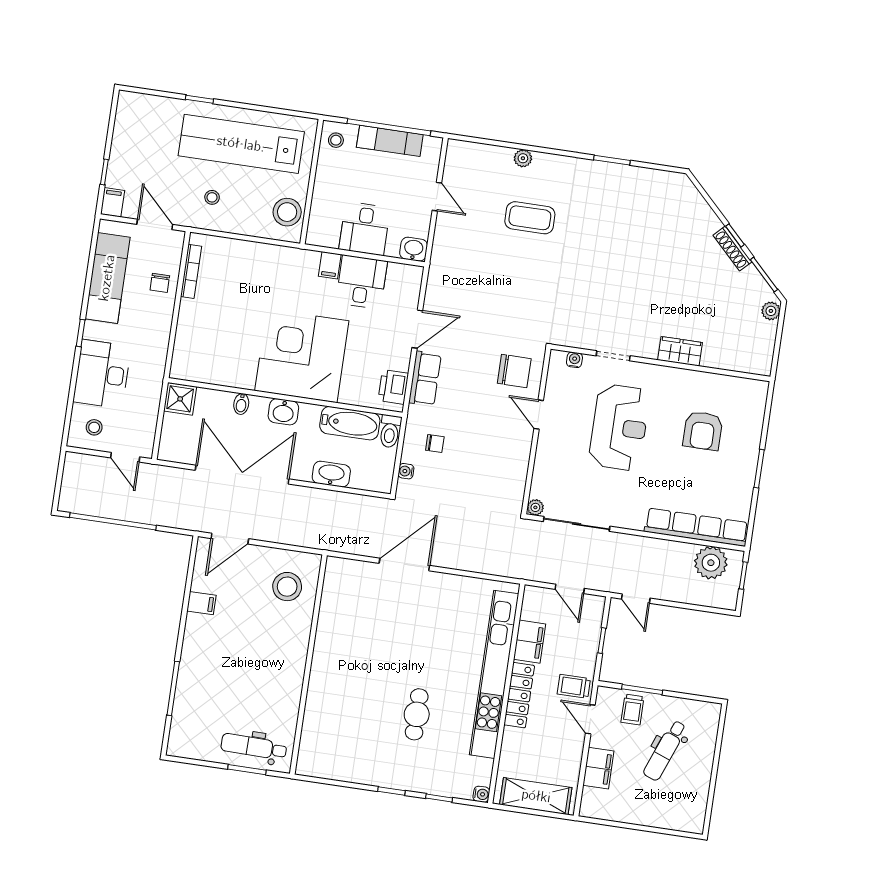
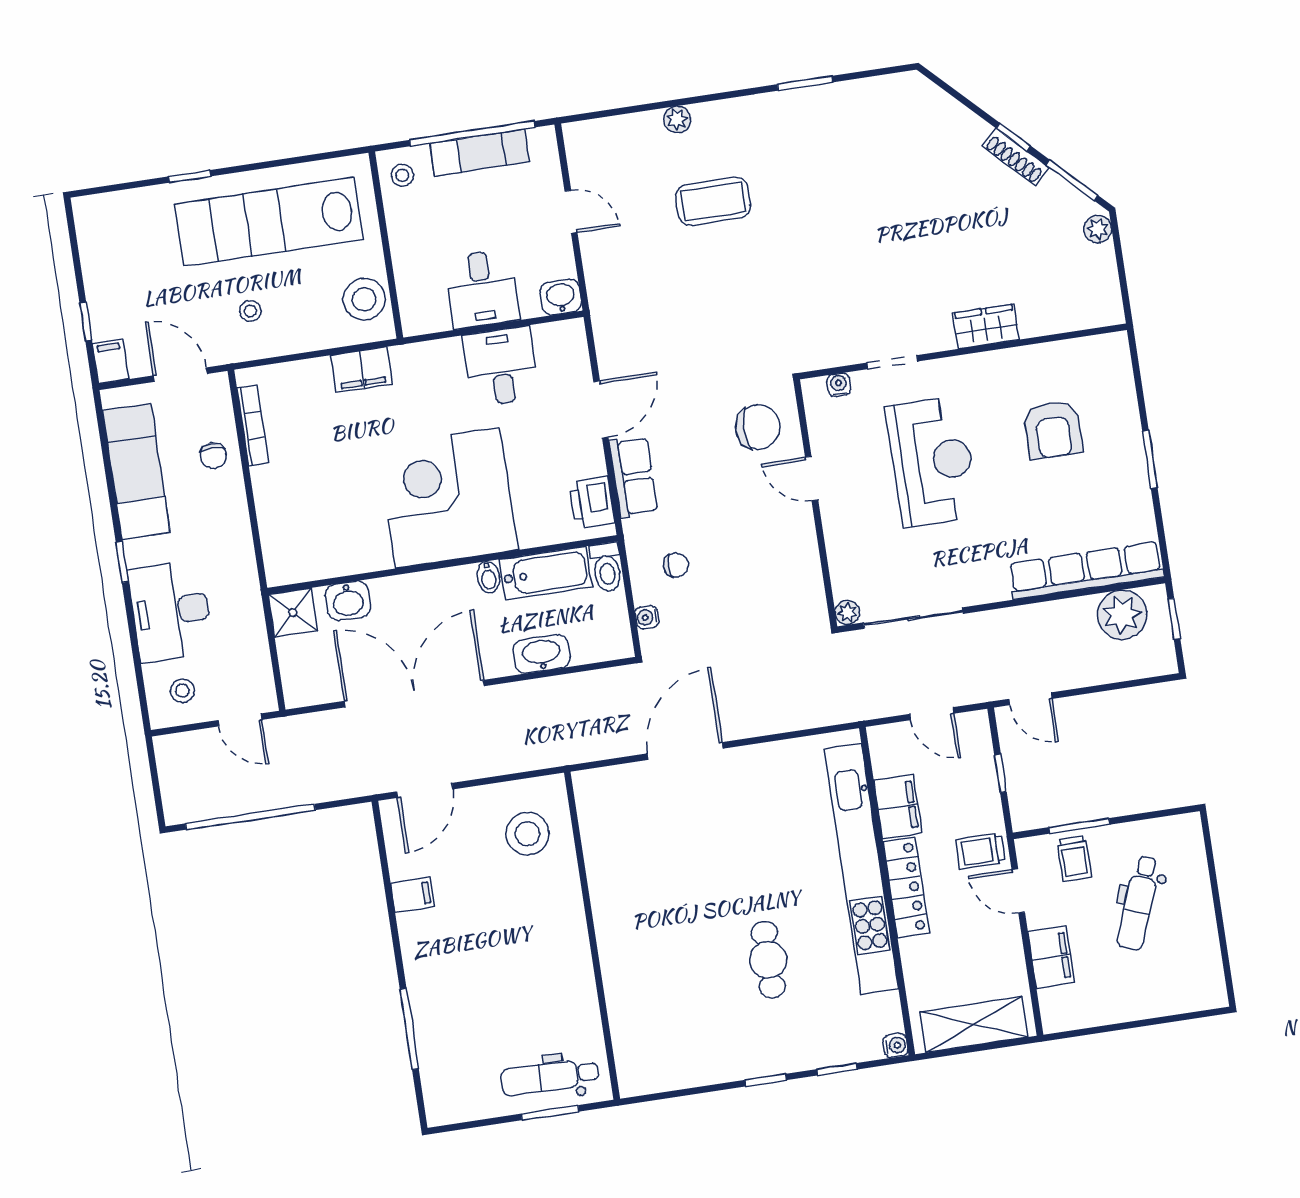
filing cabinet: (330, 265) -> (361, 370), moved, width x2.00
bidet: (241, 404) -> (488, 577), moved
washbasin: (283, 412) -> (348, 601), moved

